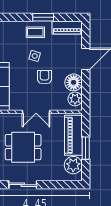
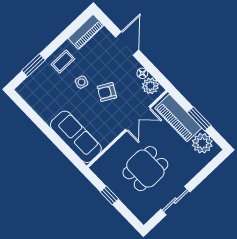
window: (43, 17) -> (33, 65), moved
armchair: (45, 77) -> (107, 92), turned -61
floor lamp: (74, 82) -> (142, 73), width x0.53, depth x0.53
double door: (36, 112) -> (138, 119), moved

